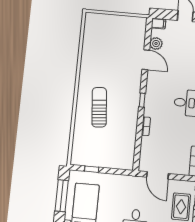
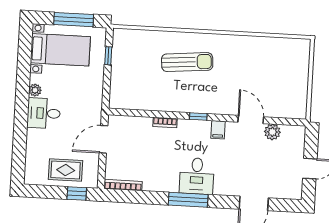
filing cabinet: (158, 23) -> (218, 130), moved
door: (146, 60) -> (251, 119), swing flipped

